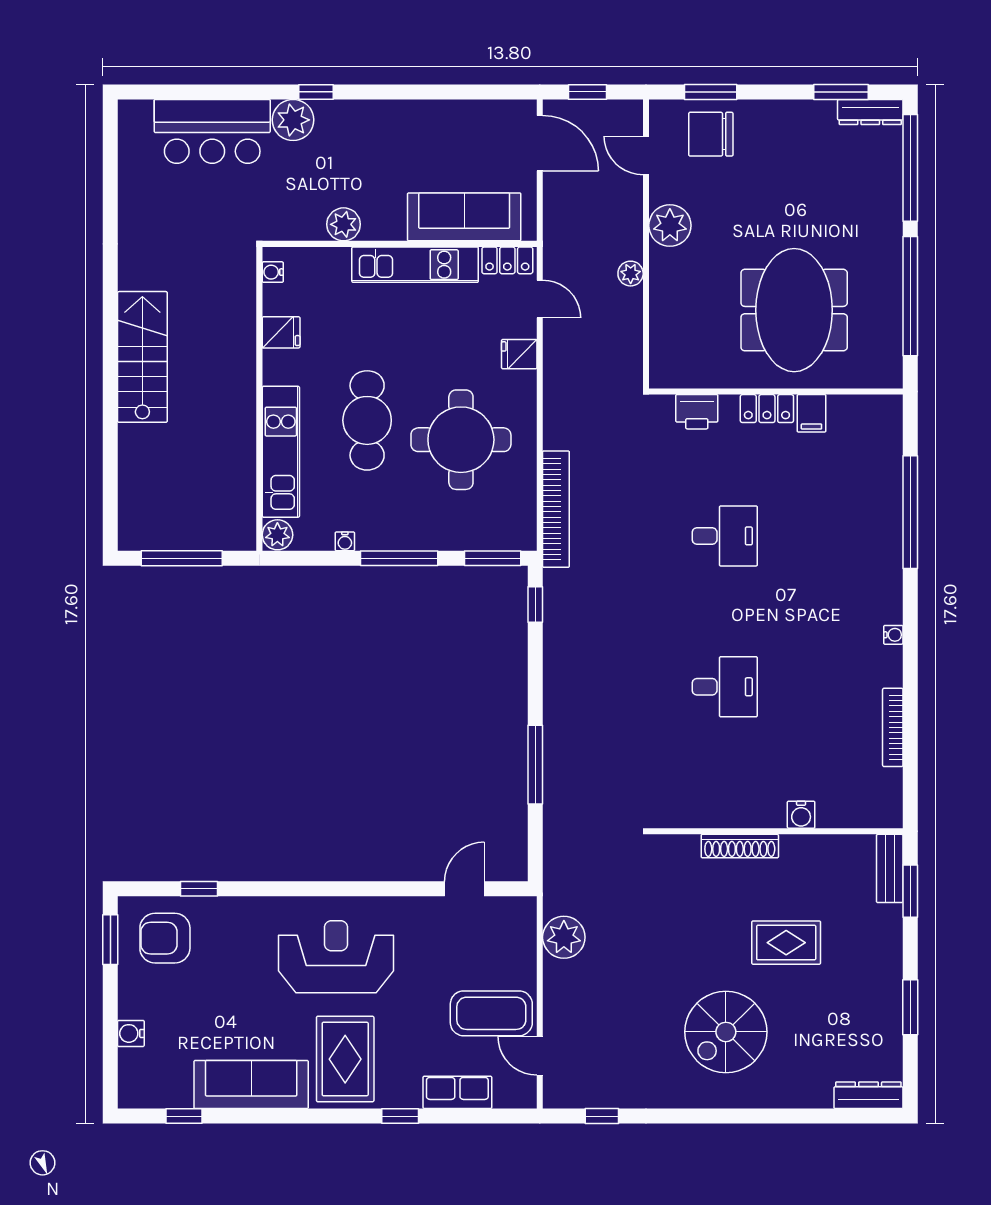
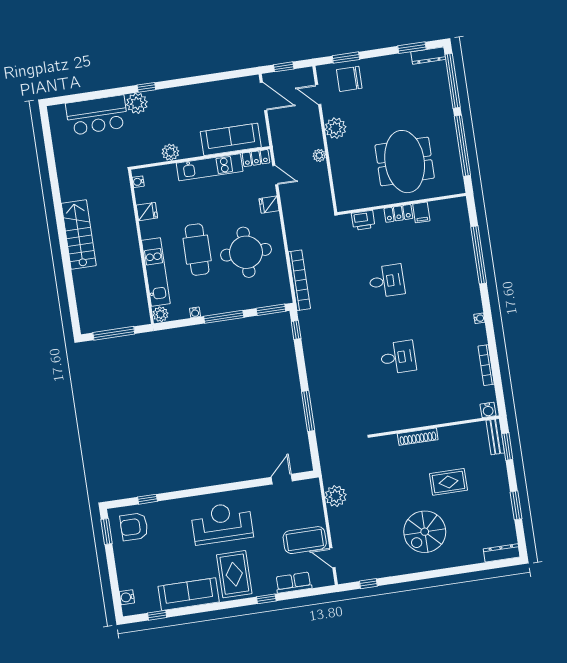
water cooler: (801, 815) -> (488, 410), moved
water cooler: (131, 1033) -> (127, 597), moved

